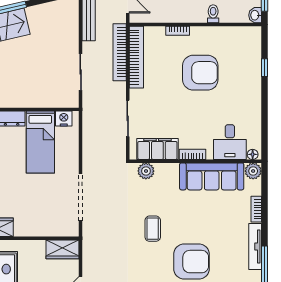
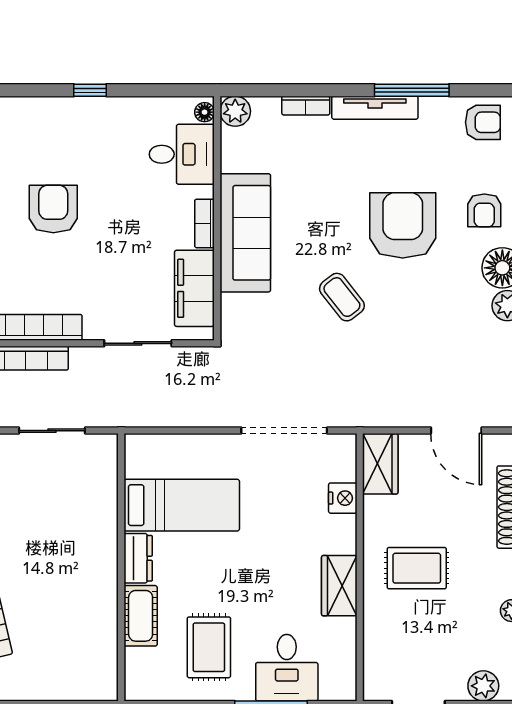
window: (264, 68) -> (90, 90), moved
armchair: (200, 73) -> (53, 209), width x0.73, depth x0.73
nightstand: (64, 119) -> (343, 498), moved, turned 180
plant: (146, 171) -> (235, 310), removed
sofa: (212, 176) -> (245, 233), moved
coffee table: (153, 229) -> (342, 297), turned 52

